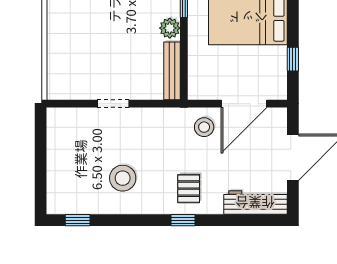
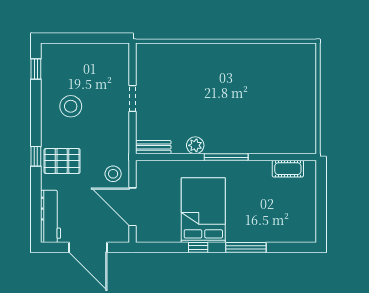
window: (293, 59) -> (198, 247), moved
bench: (172, 71) -> (153, 147), width x0.73
pallet: (189, 189) -> (62, 161), width x1.50, depth x1.42

